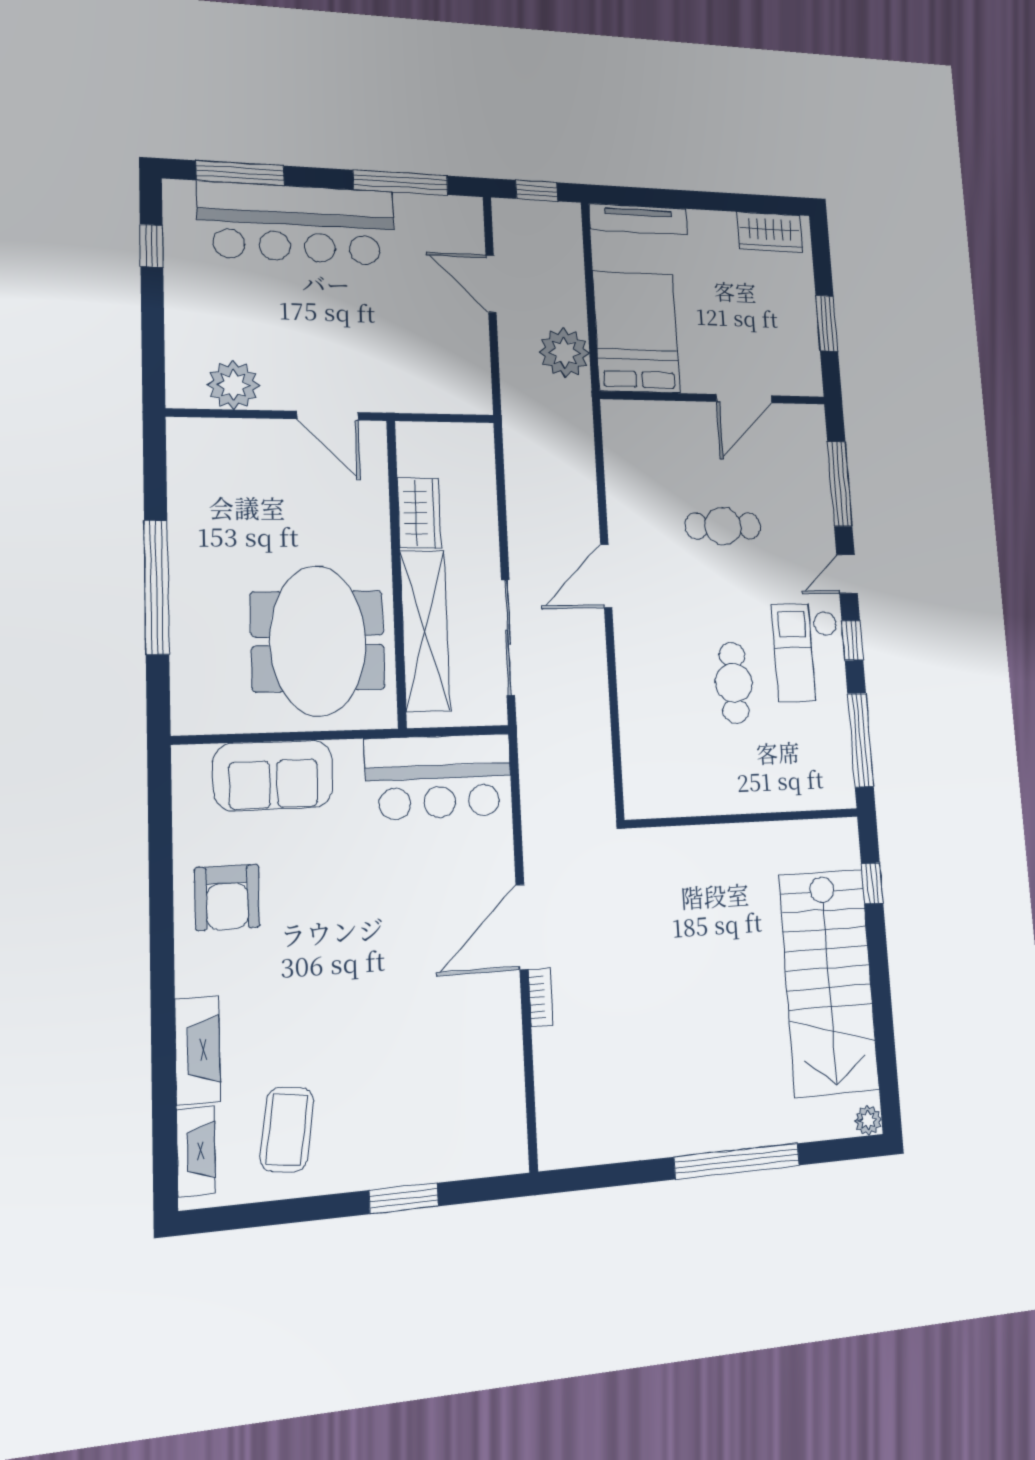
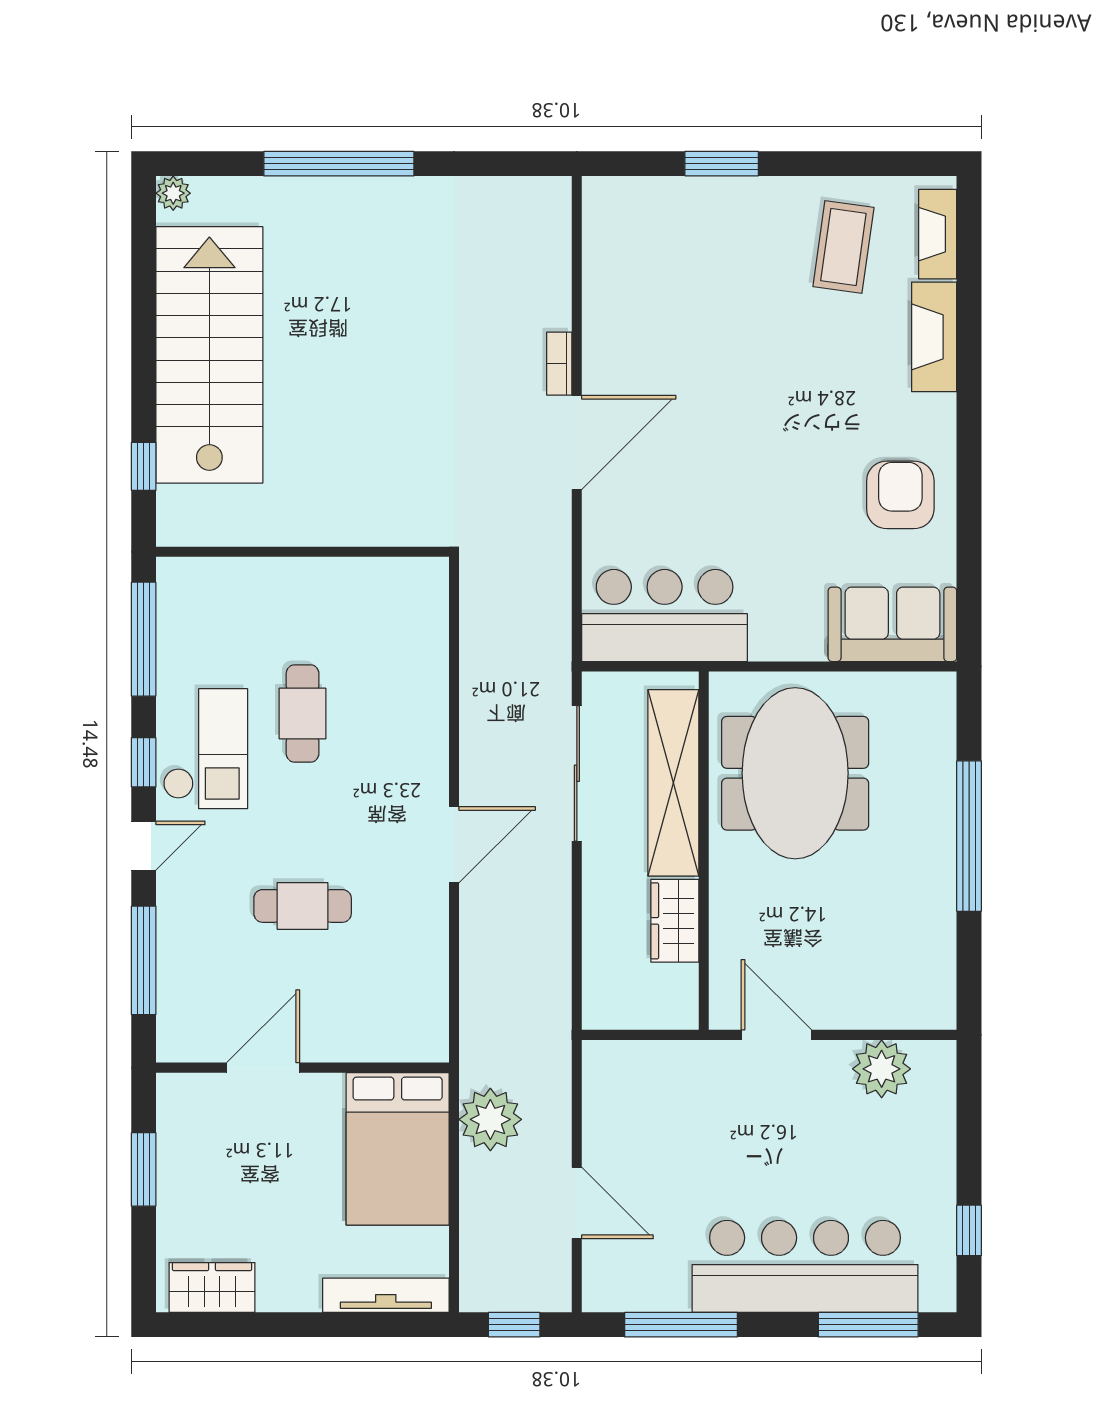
sofa: (273, 775) -> (892, 624), moved

